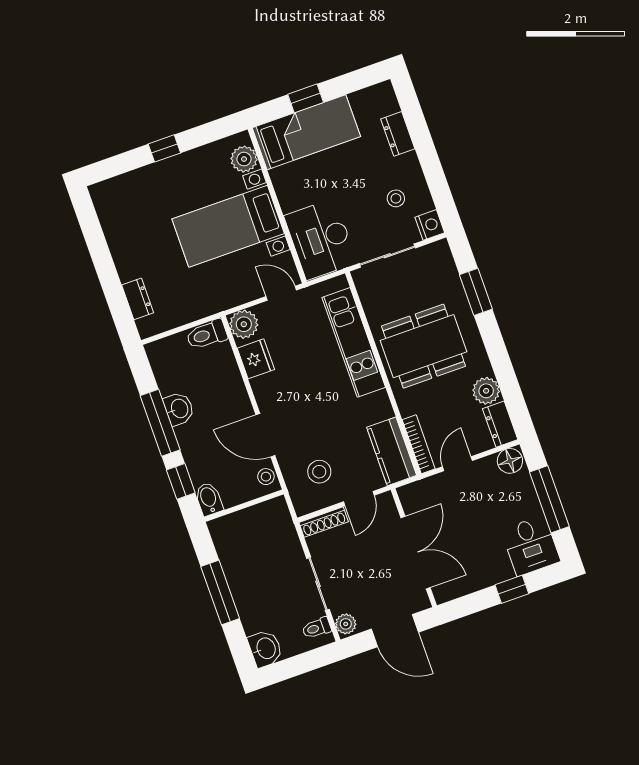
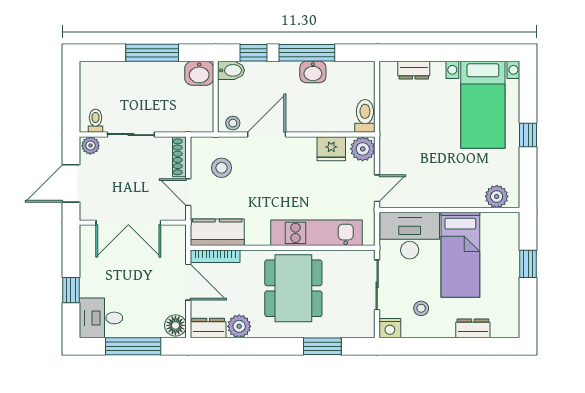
bed: (306, 132) -> (460, 255), moved
bed with nightstands: (228, 226) -> (483, 105), moved, turned 180
door: (457, 464) -> (188, 282), width x1.38
washbasin: (265, 649) -> (199, 73), moved

